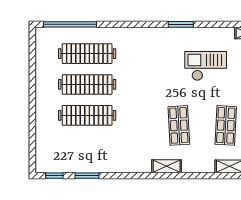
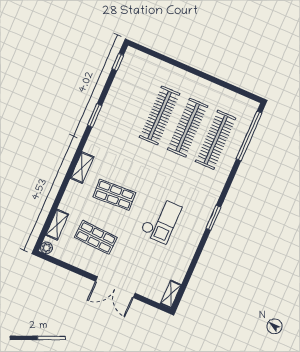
window: (181, 24) -> (213, 218), moved
checkout: (206, 66) -> (161, 220), moved
window: (87, 176) -> (95, 115), moved

